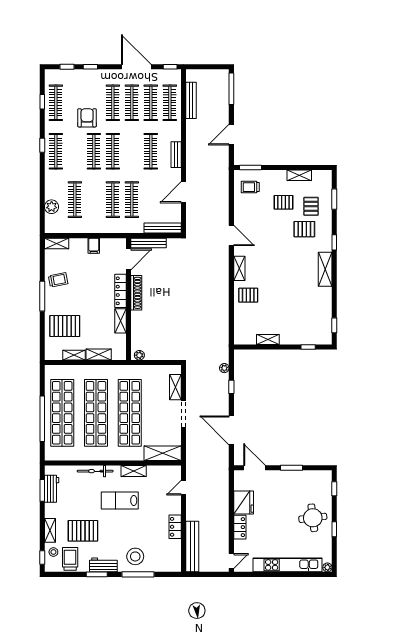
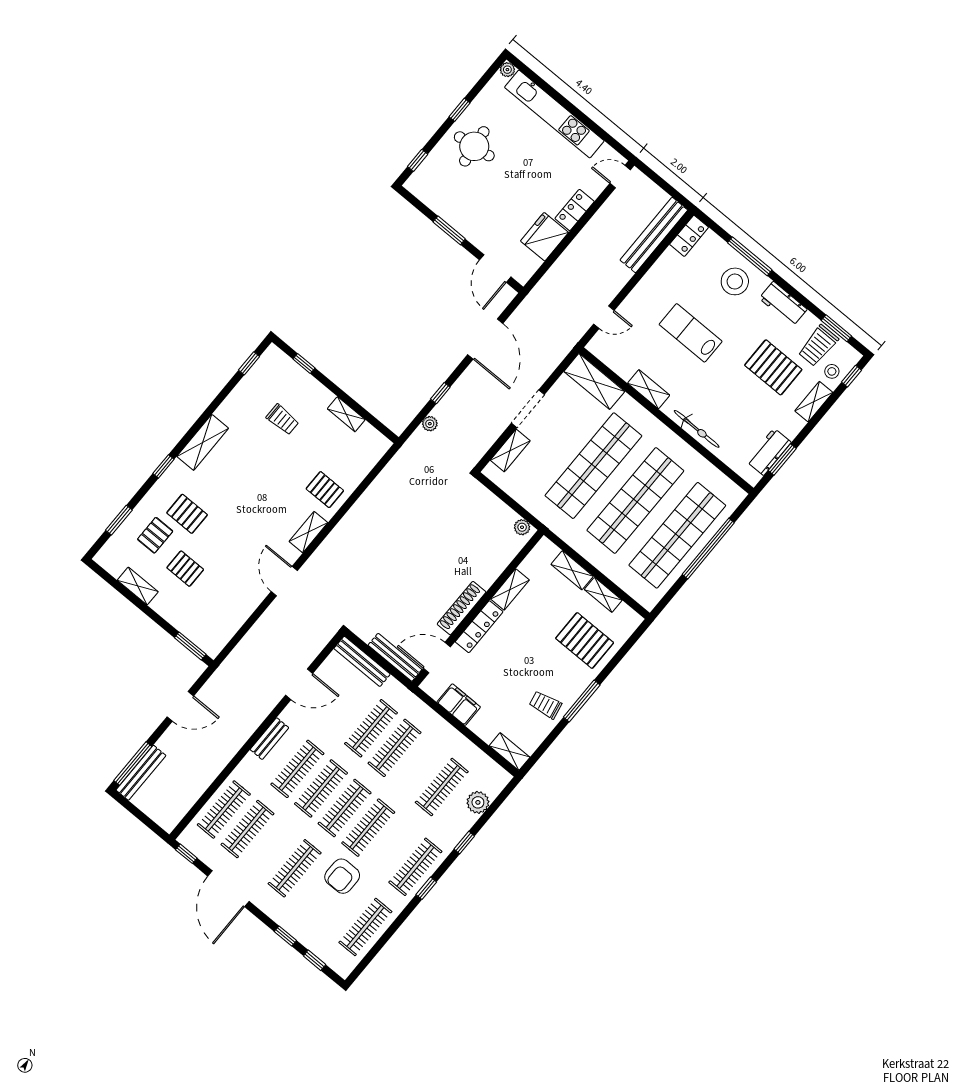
bench: (191, 100) -> (141, 773), moved
window: (42, 102) -> (464, 842), moved
clothes rail: (132, 103) -> (321, 788), moved
trolley: (250, 187) -> (282, 420), moved
filing cabinet: (94, 246) -> (459, 705), width x2.00
lab bench: (120, 500) -> (691, 333), moved, turned 180
locker: (175, 527) -> (689, 236), moved
window: (97, 574) -> (836, 328), moved

